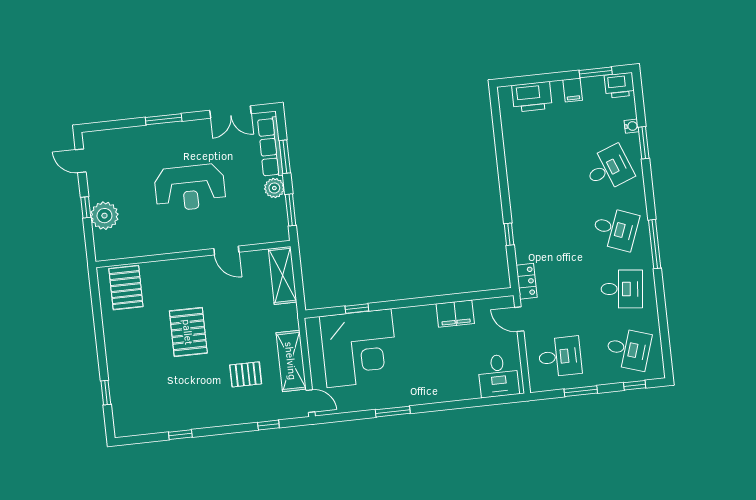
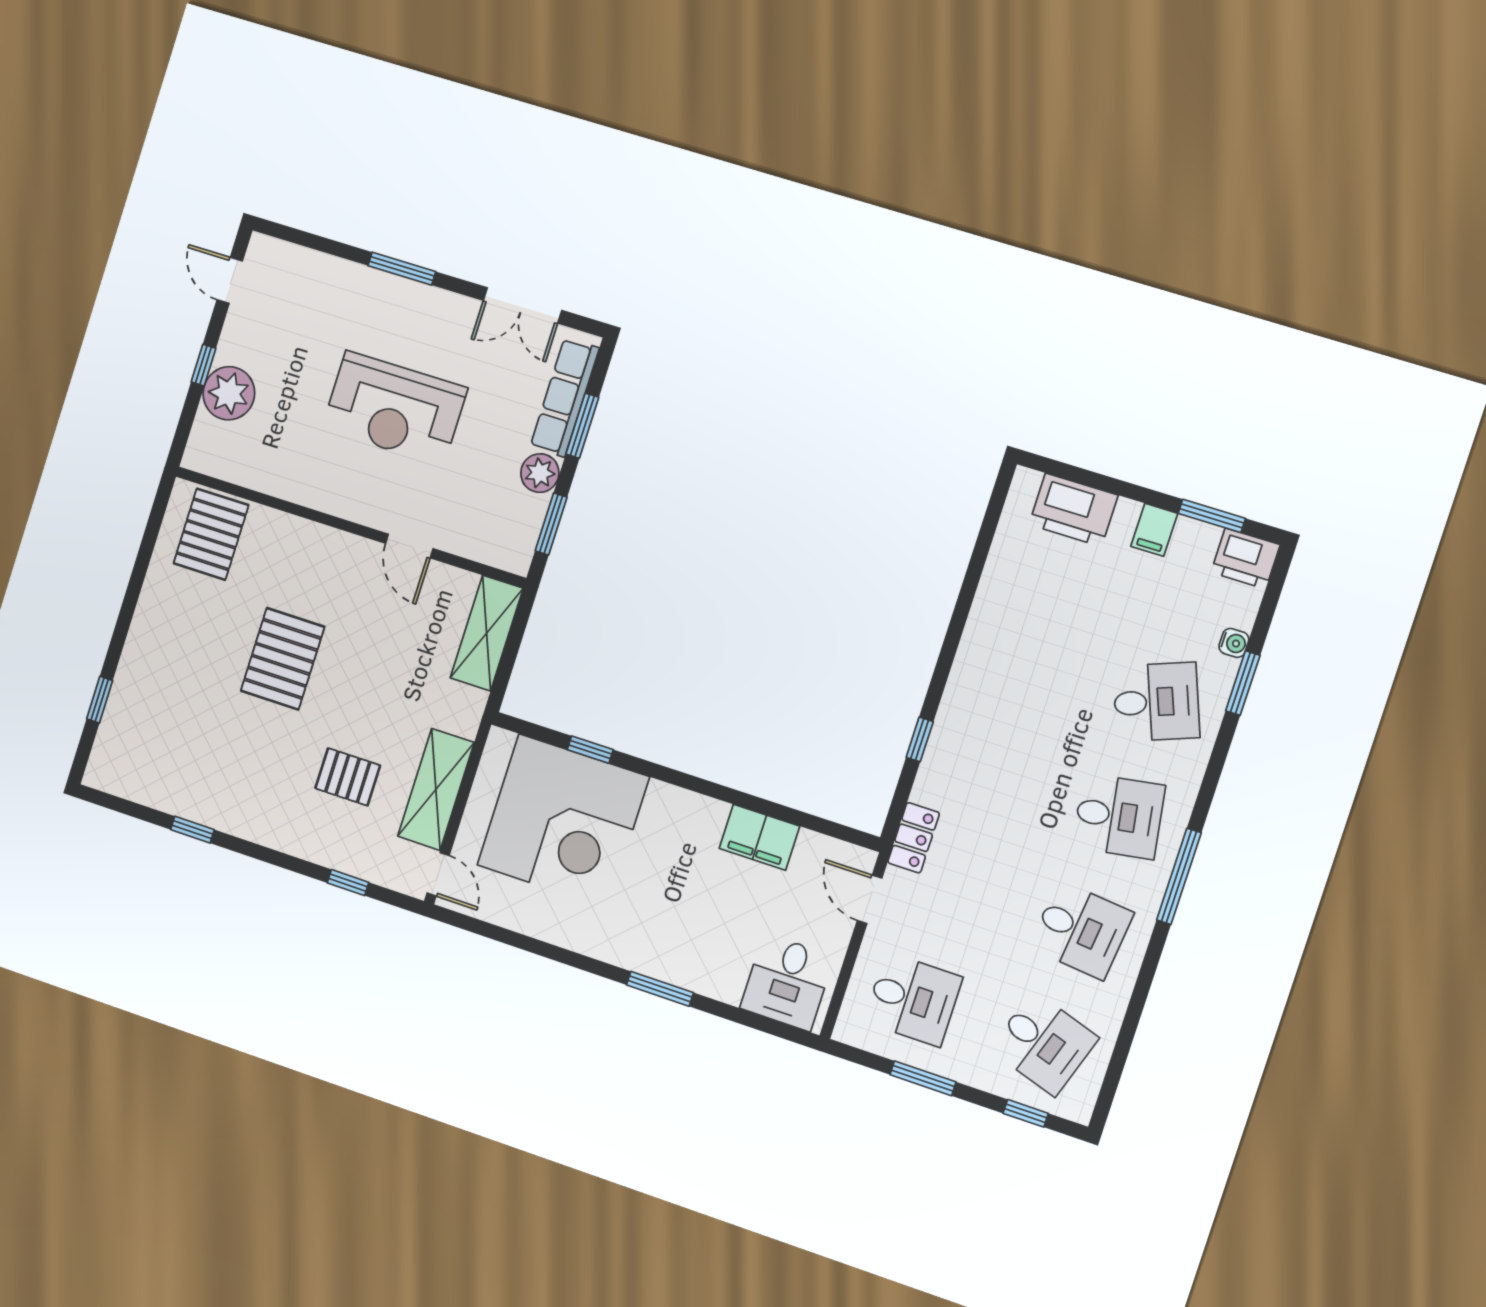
desk: (615, 229) -> (1119, 816), turned -30
window: (393, 412) -> (660, 989), moved

